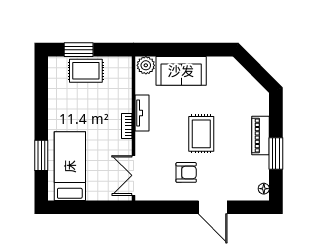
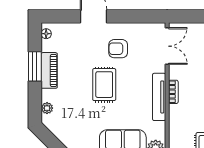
plant: (263, 108) -> (47, 108), added
tv unit: (142, 113) -> (159, 97), width x1.41
piano: (261, 136) -> (49, 70), moved

